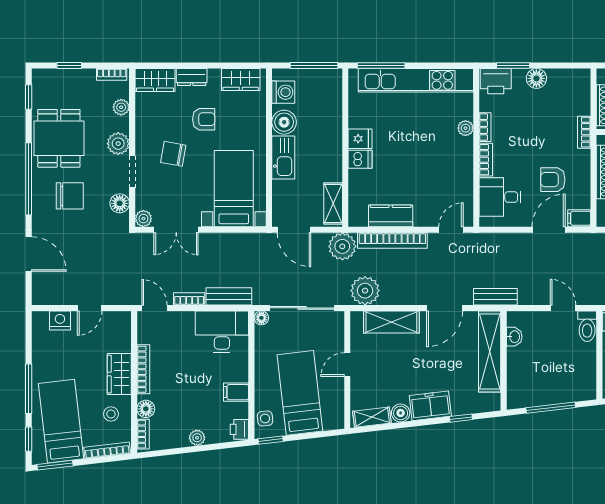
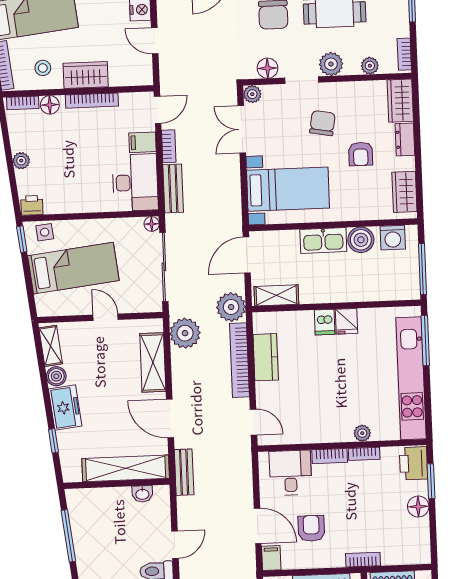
filing cabinet: (236, 392) -> (143, 142), moved, turned -90

